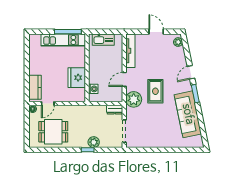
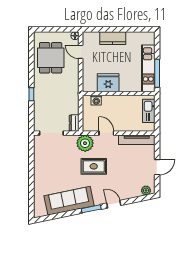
kitchen counter: (35, 87) -> (113, 38), moved
plant: (94, 142) -> (40, 101), removed

